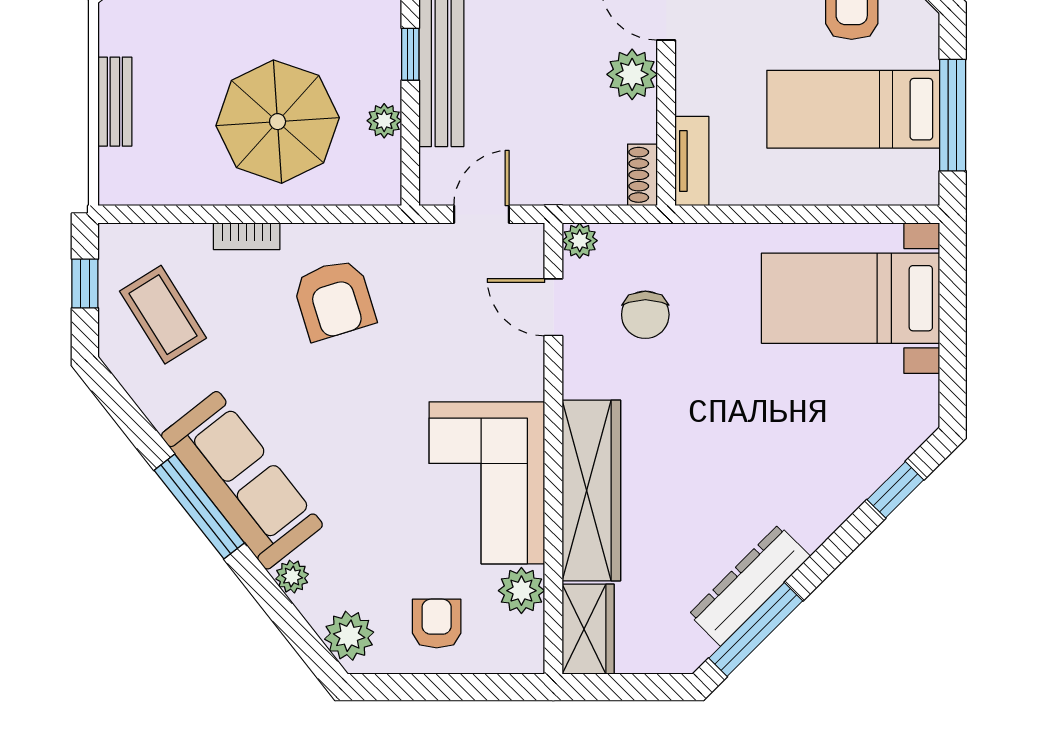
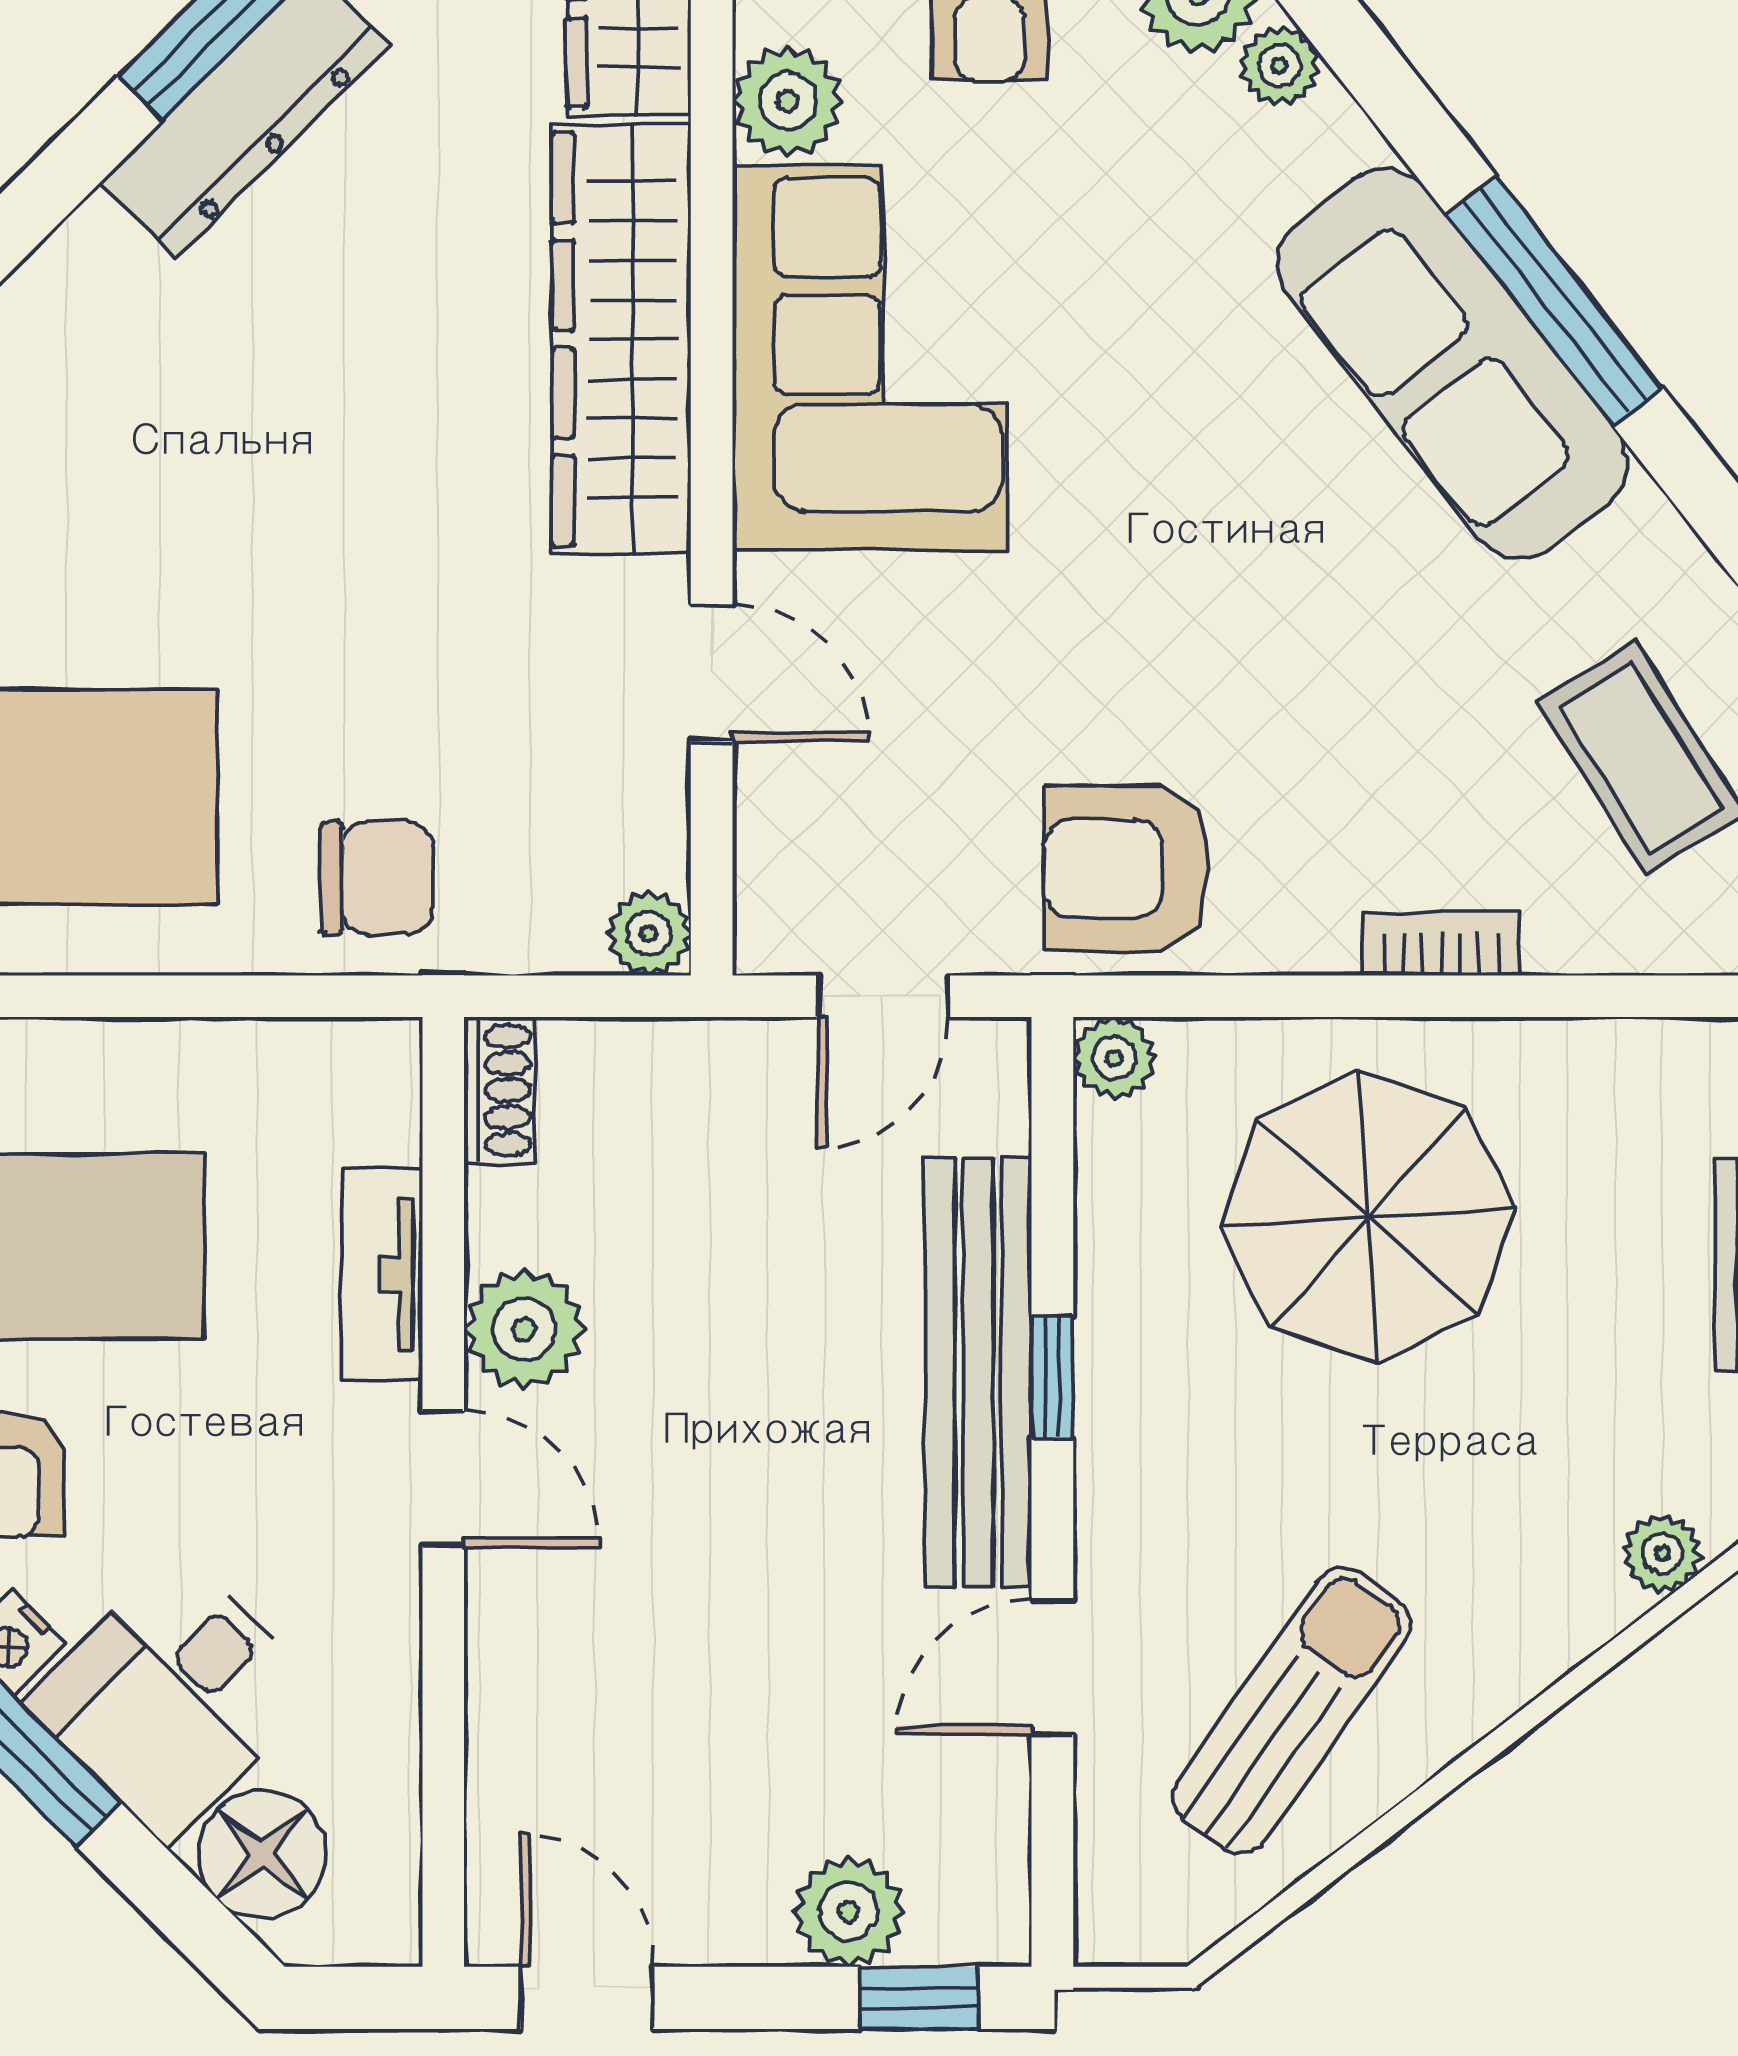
plant: (384, 121) -> (1114, 1058), moved
tv unit: (692, 161) -> (382, 1275), moved
armchair: (334, 300) -> (1127, 868), moved, turned -73
door: (553, 307) -> (712, 673), moved
chair: (645, 315) -> (377, 878), moved, turned 90
plant: (292, 577) -> (1279, 66), moved

